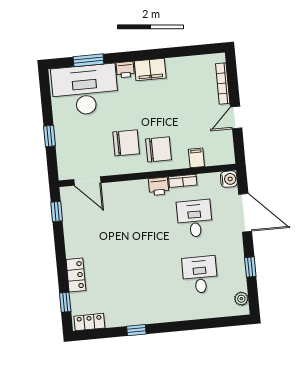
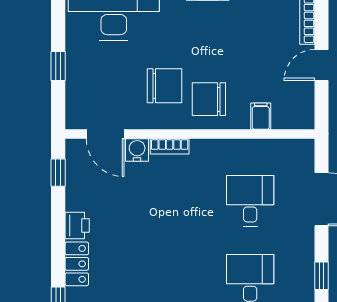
chair: (159, 149) -> (209, 99), turned 180
water cooler: (229, 179) -> (137, 150), moved, turned -90
bookcase: (183, 181) -> (170, 146), moved
printer: (159, 186) -> (77, 226), moved, turned -90

